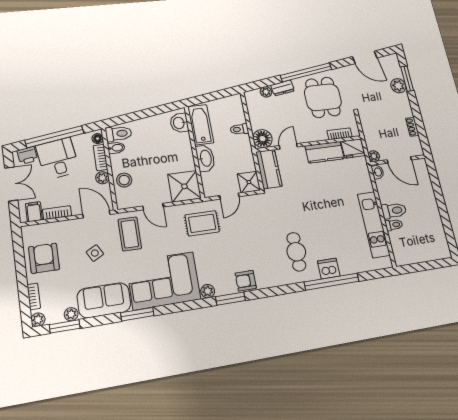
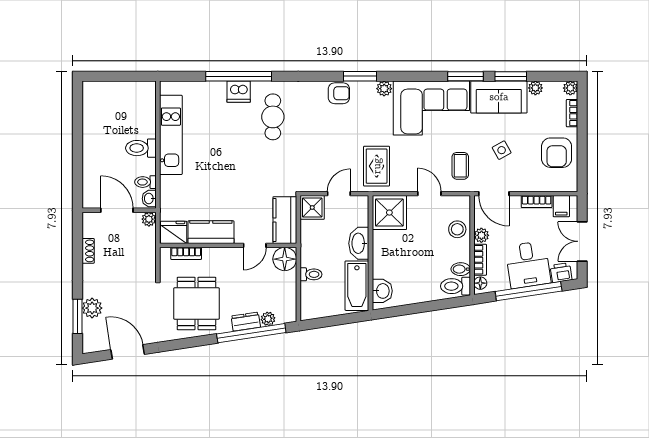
window: (306, 72) -> (251, 333), moved
rug: (202, 223) -> (377, 166), turned 90
toilet: (394, 225) -> (145, 182), moved
coffee table: (130, 234) -> (460, 166), width x0.73, depth x0.77
window: (65, 326) -> (511, 76), moved

